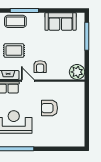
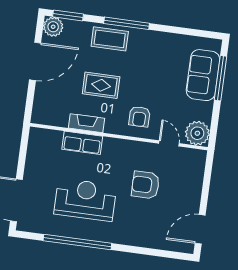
sofa: (61, 21) -> (203, 75), moved, turned 90
door: (28, 81) -> (169, 143), moved
door: (87, 131) -> (200, 229), added

